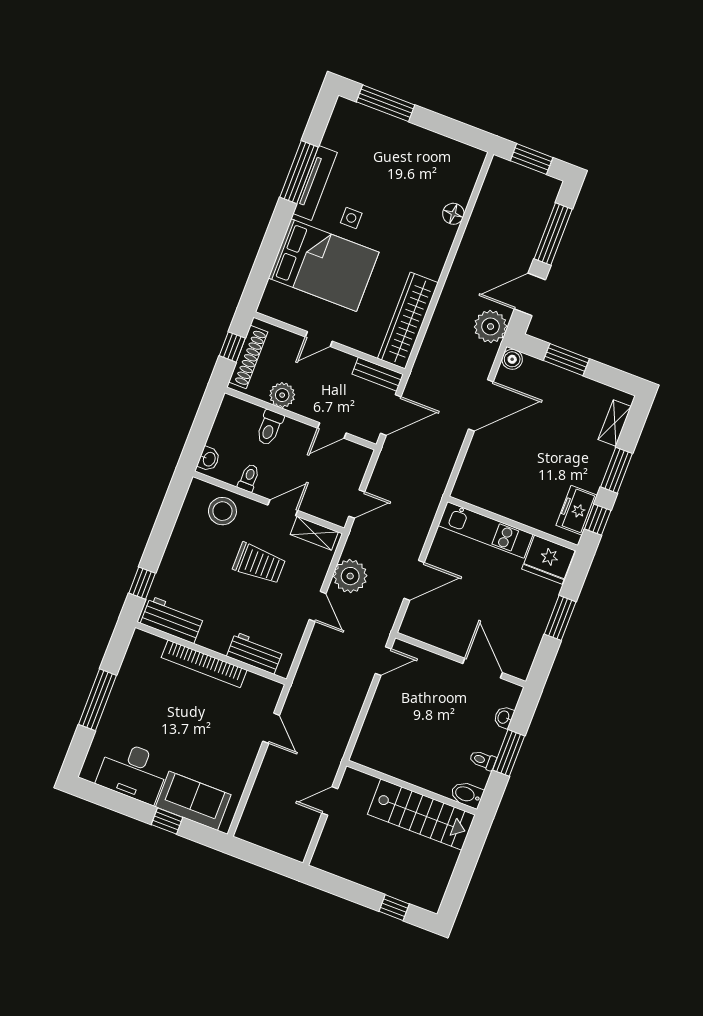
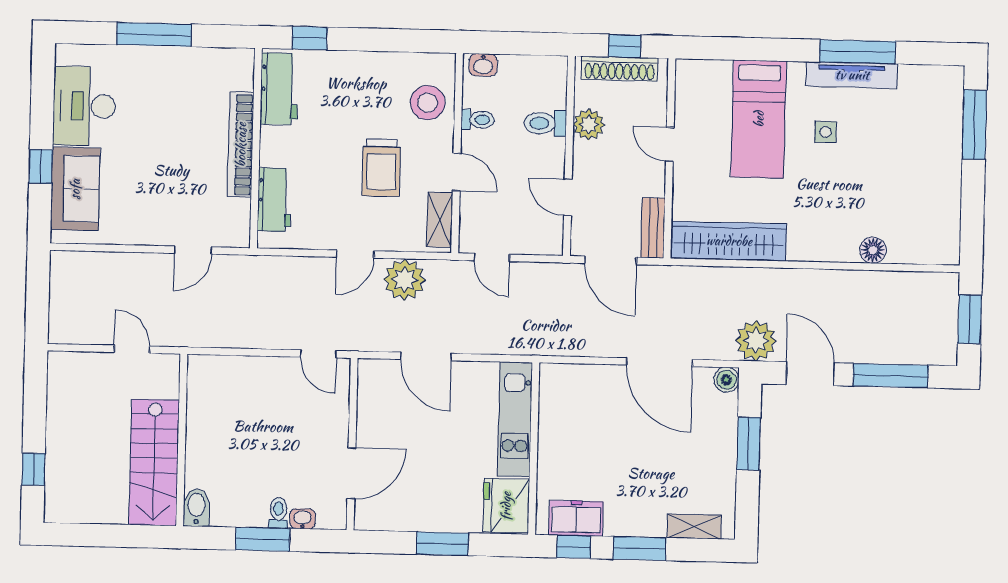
bed: (324, 265) -> (759, 119), width x0.67
toilet: (483, 760) -> (278, 513), moved

